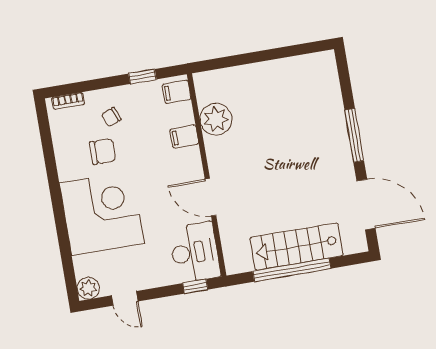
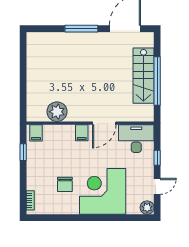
chair: (111, 117) -> (45, 176), removed
filing cabinet: (184, 136) -> (82, 133), moved
chair: (103, 151) -> (65, 184), turned 180
window: (195, 286) -> (157, 158), moved

